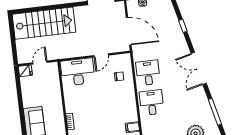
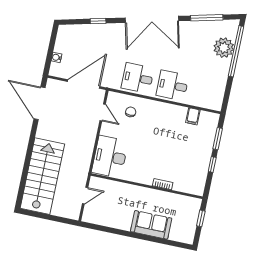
door: (101, 55) -> (103, 112), moved
door: (40, 63) -> (85, 196), swing flipped
double door: (199, 68) -> (152, 19), width x1.36
fridge: (25, 71) -> (89, 215), removed

